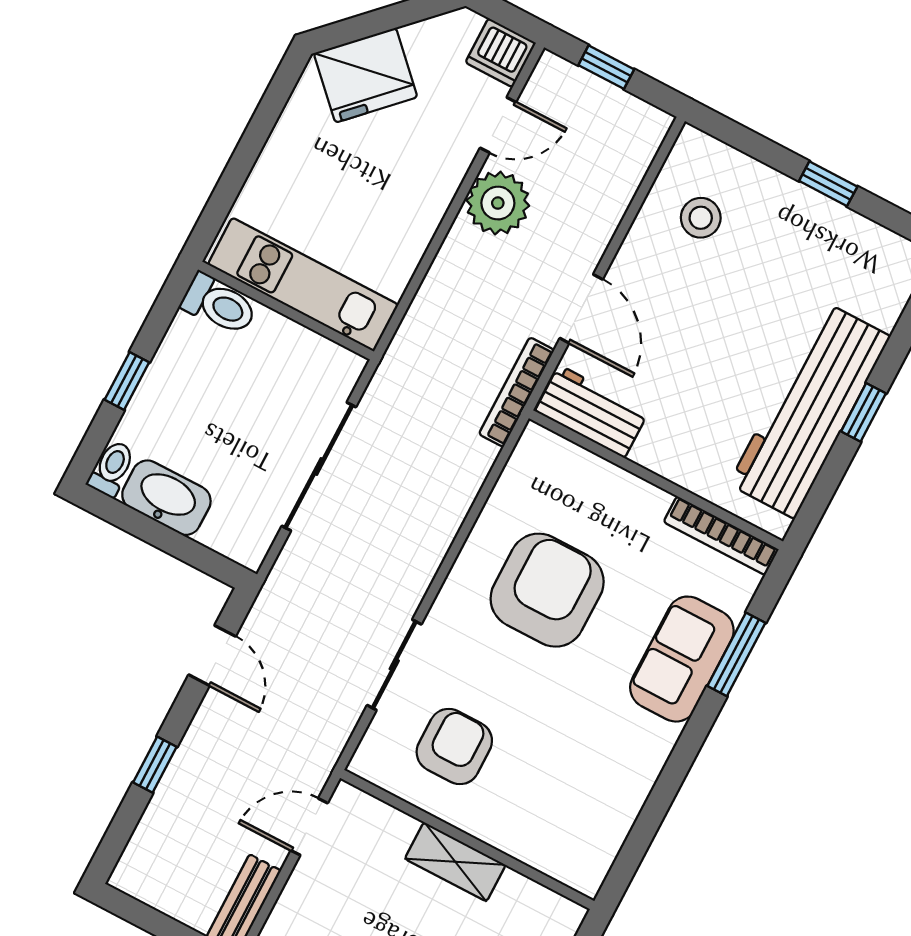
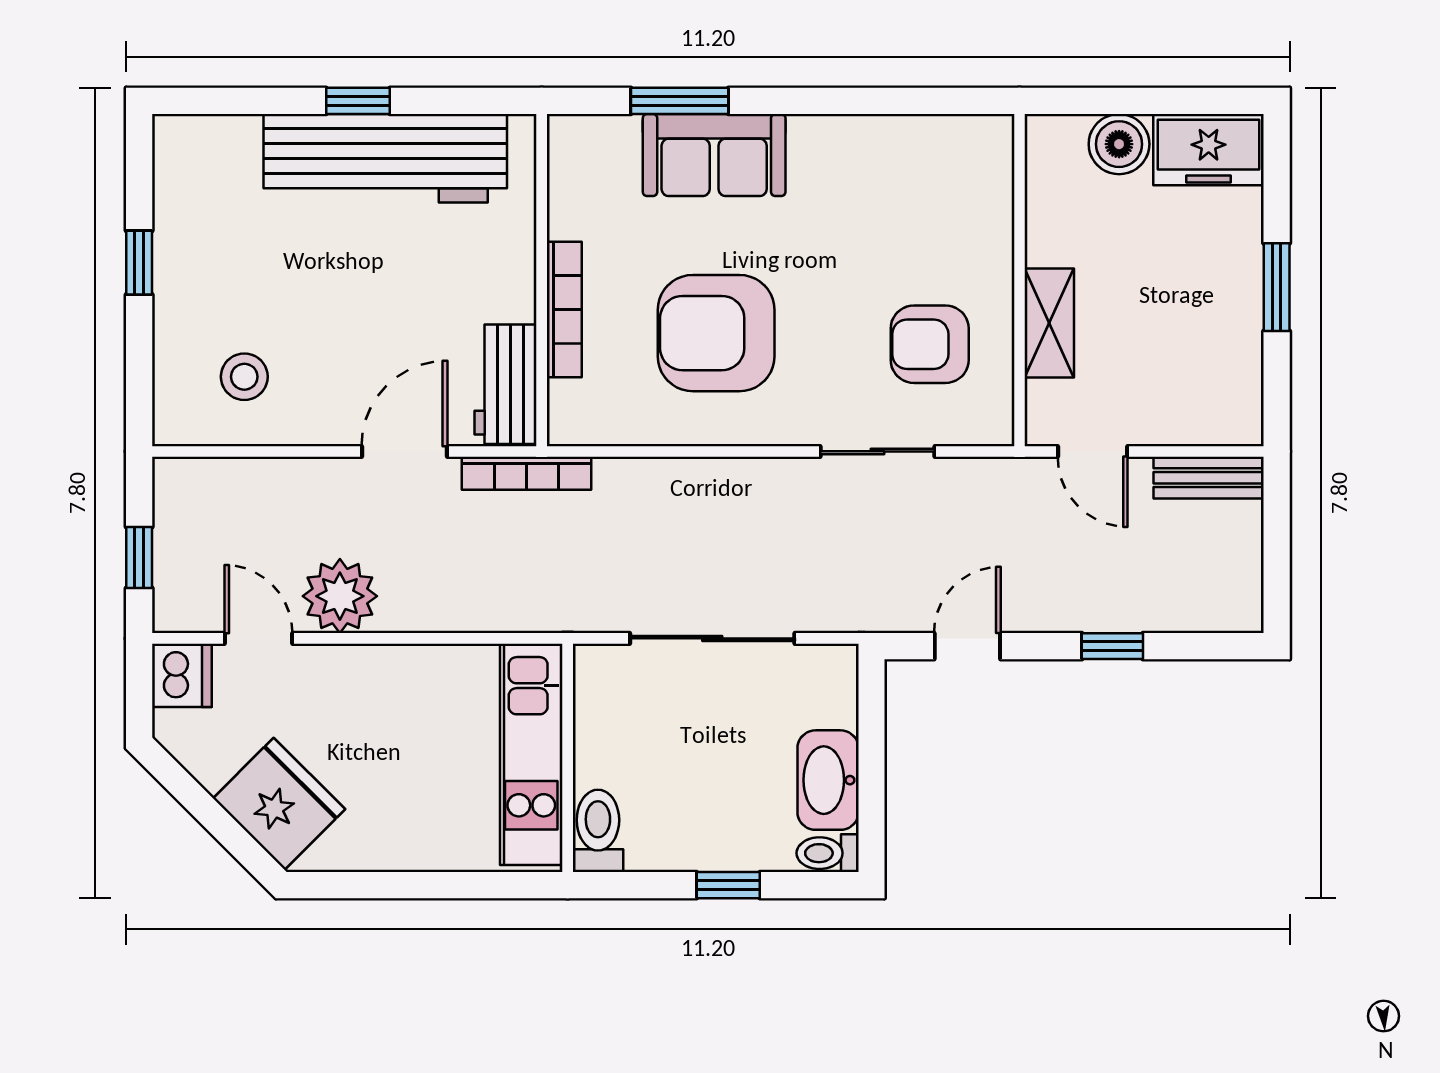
bookcase: (721, 536) -> (564, 309), moved
shelving: (455, 862) -> (1049, 323), moved

